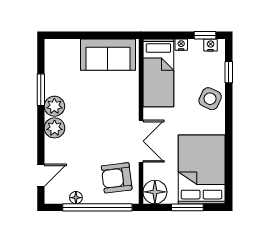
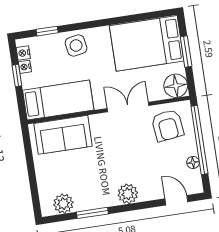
window: (205, 35) -> (17, 75), moved
nightstand: (181, 45) -> (25, 67), moved
sofa: (108, 55) -> (63, 135), moved, turned 90
side table: (210, 99) -> (76, 45), turned -35
plant: (54, 106) -> (63, 204), moved

